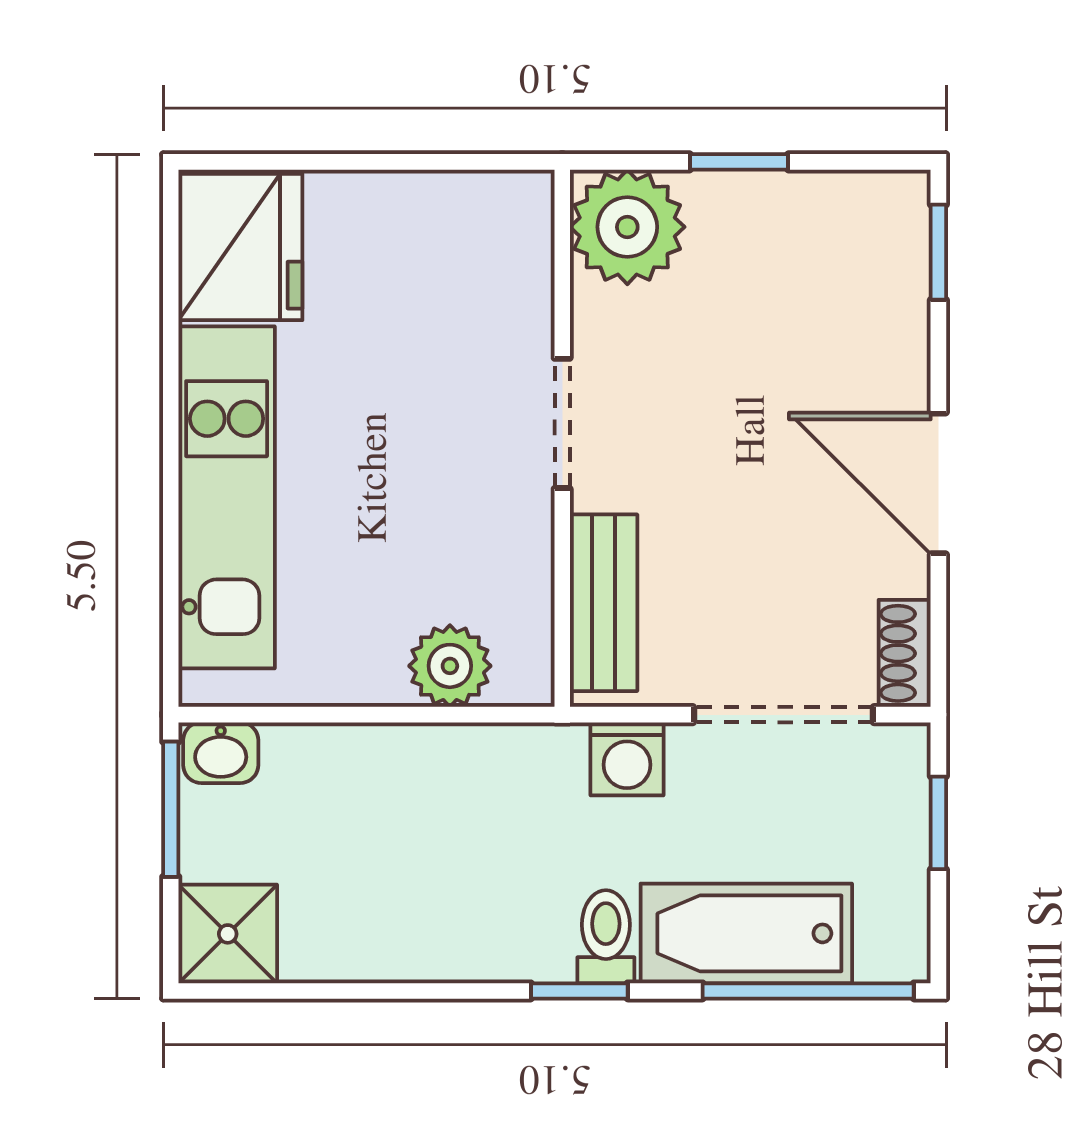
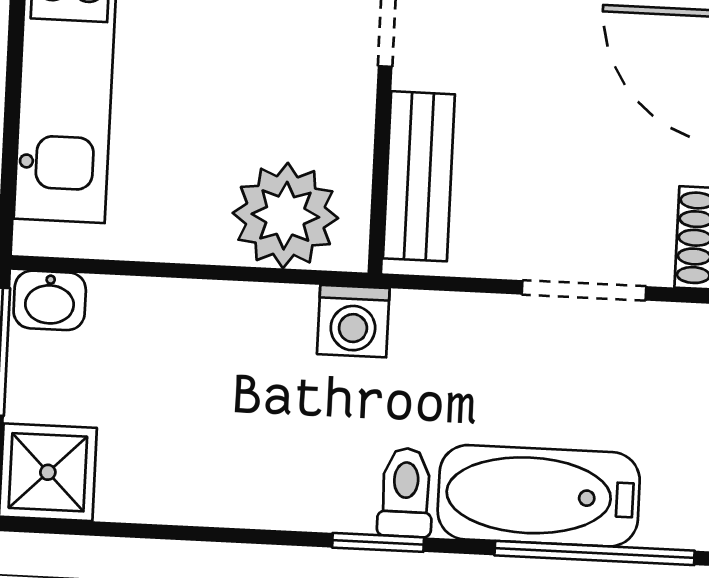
plant: (450, 666) -> (285, 216), width x1.36, depth x1.36
doorway: (783, 715) -> (584, 290), width x0.73
washing machine: (627, 759) -> (353, 321), moved

